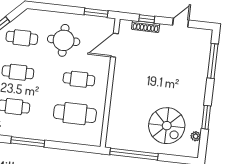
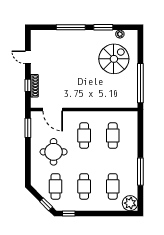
window: (213, 61) -> (71, 27), moved
cafe table: (75, 114) -> (113, 136), width x0.73, depth x0.74

